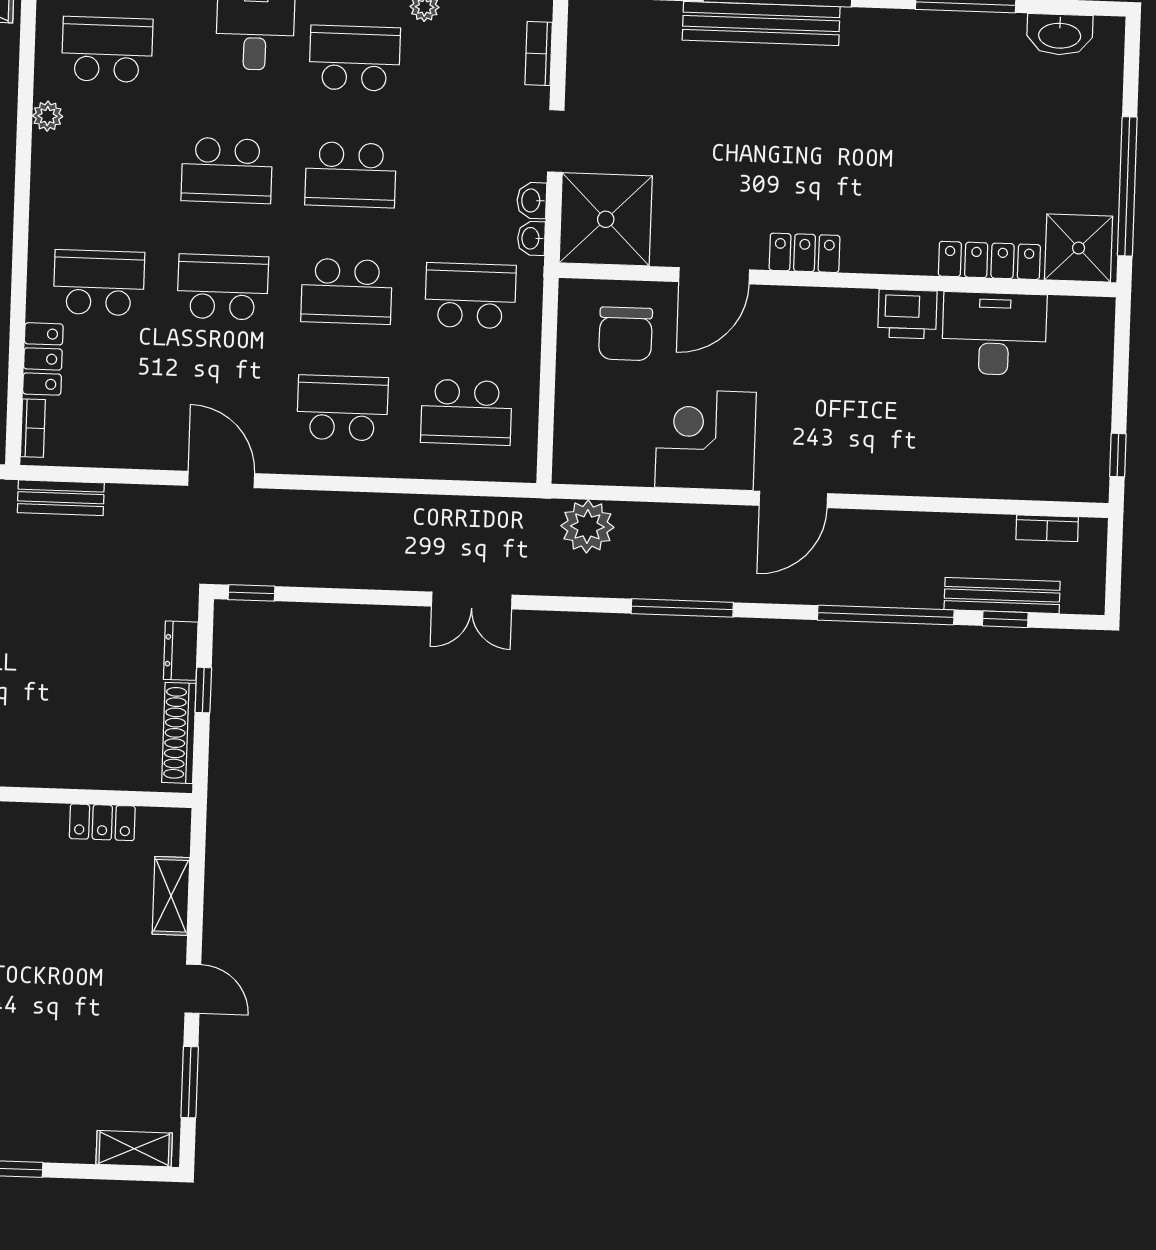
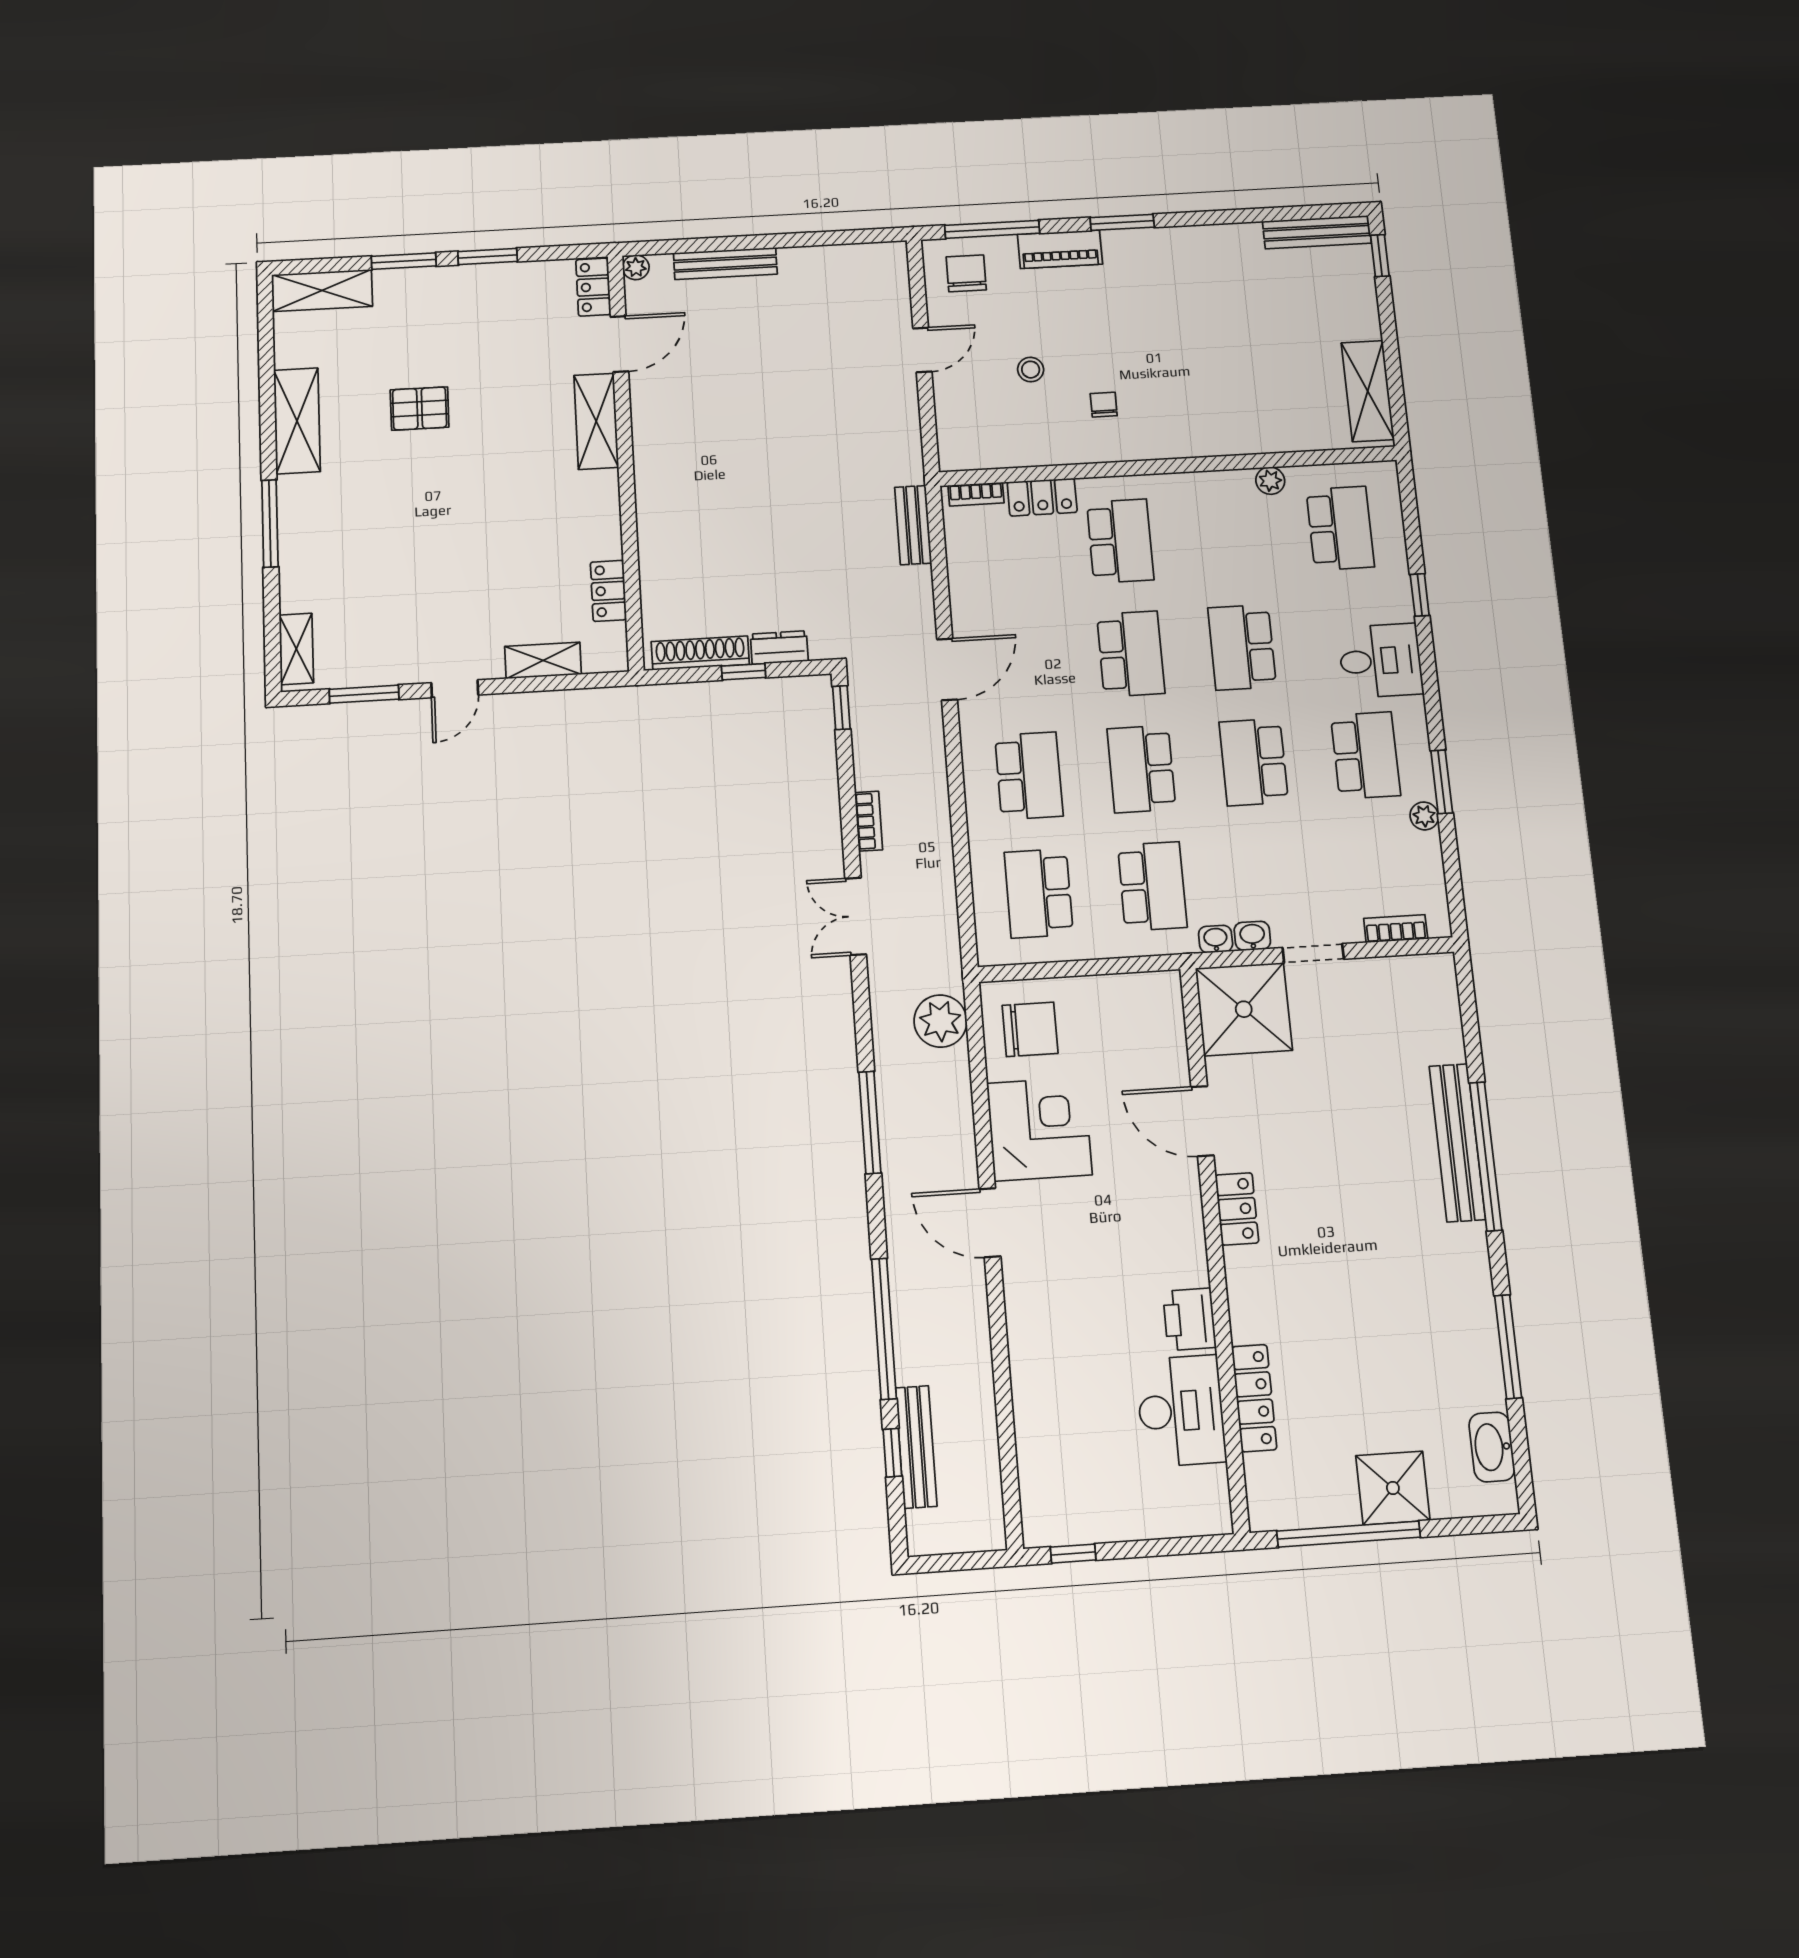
shower: (1079, 248) -> (1393, 1488), moved
chair: (626, 334) -> (1030, 1029), moved, turned 180
bookcase: (1047, 528) -> (869, 821), moved, turned 180

